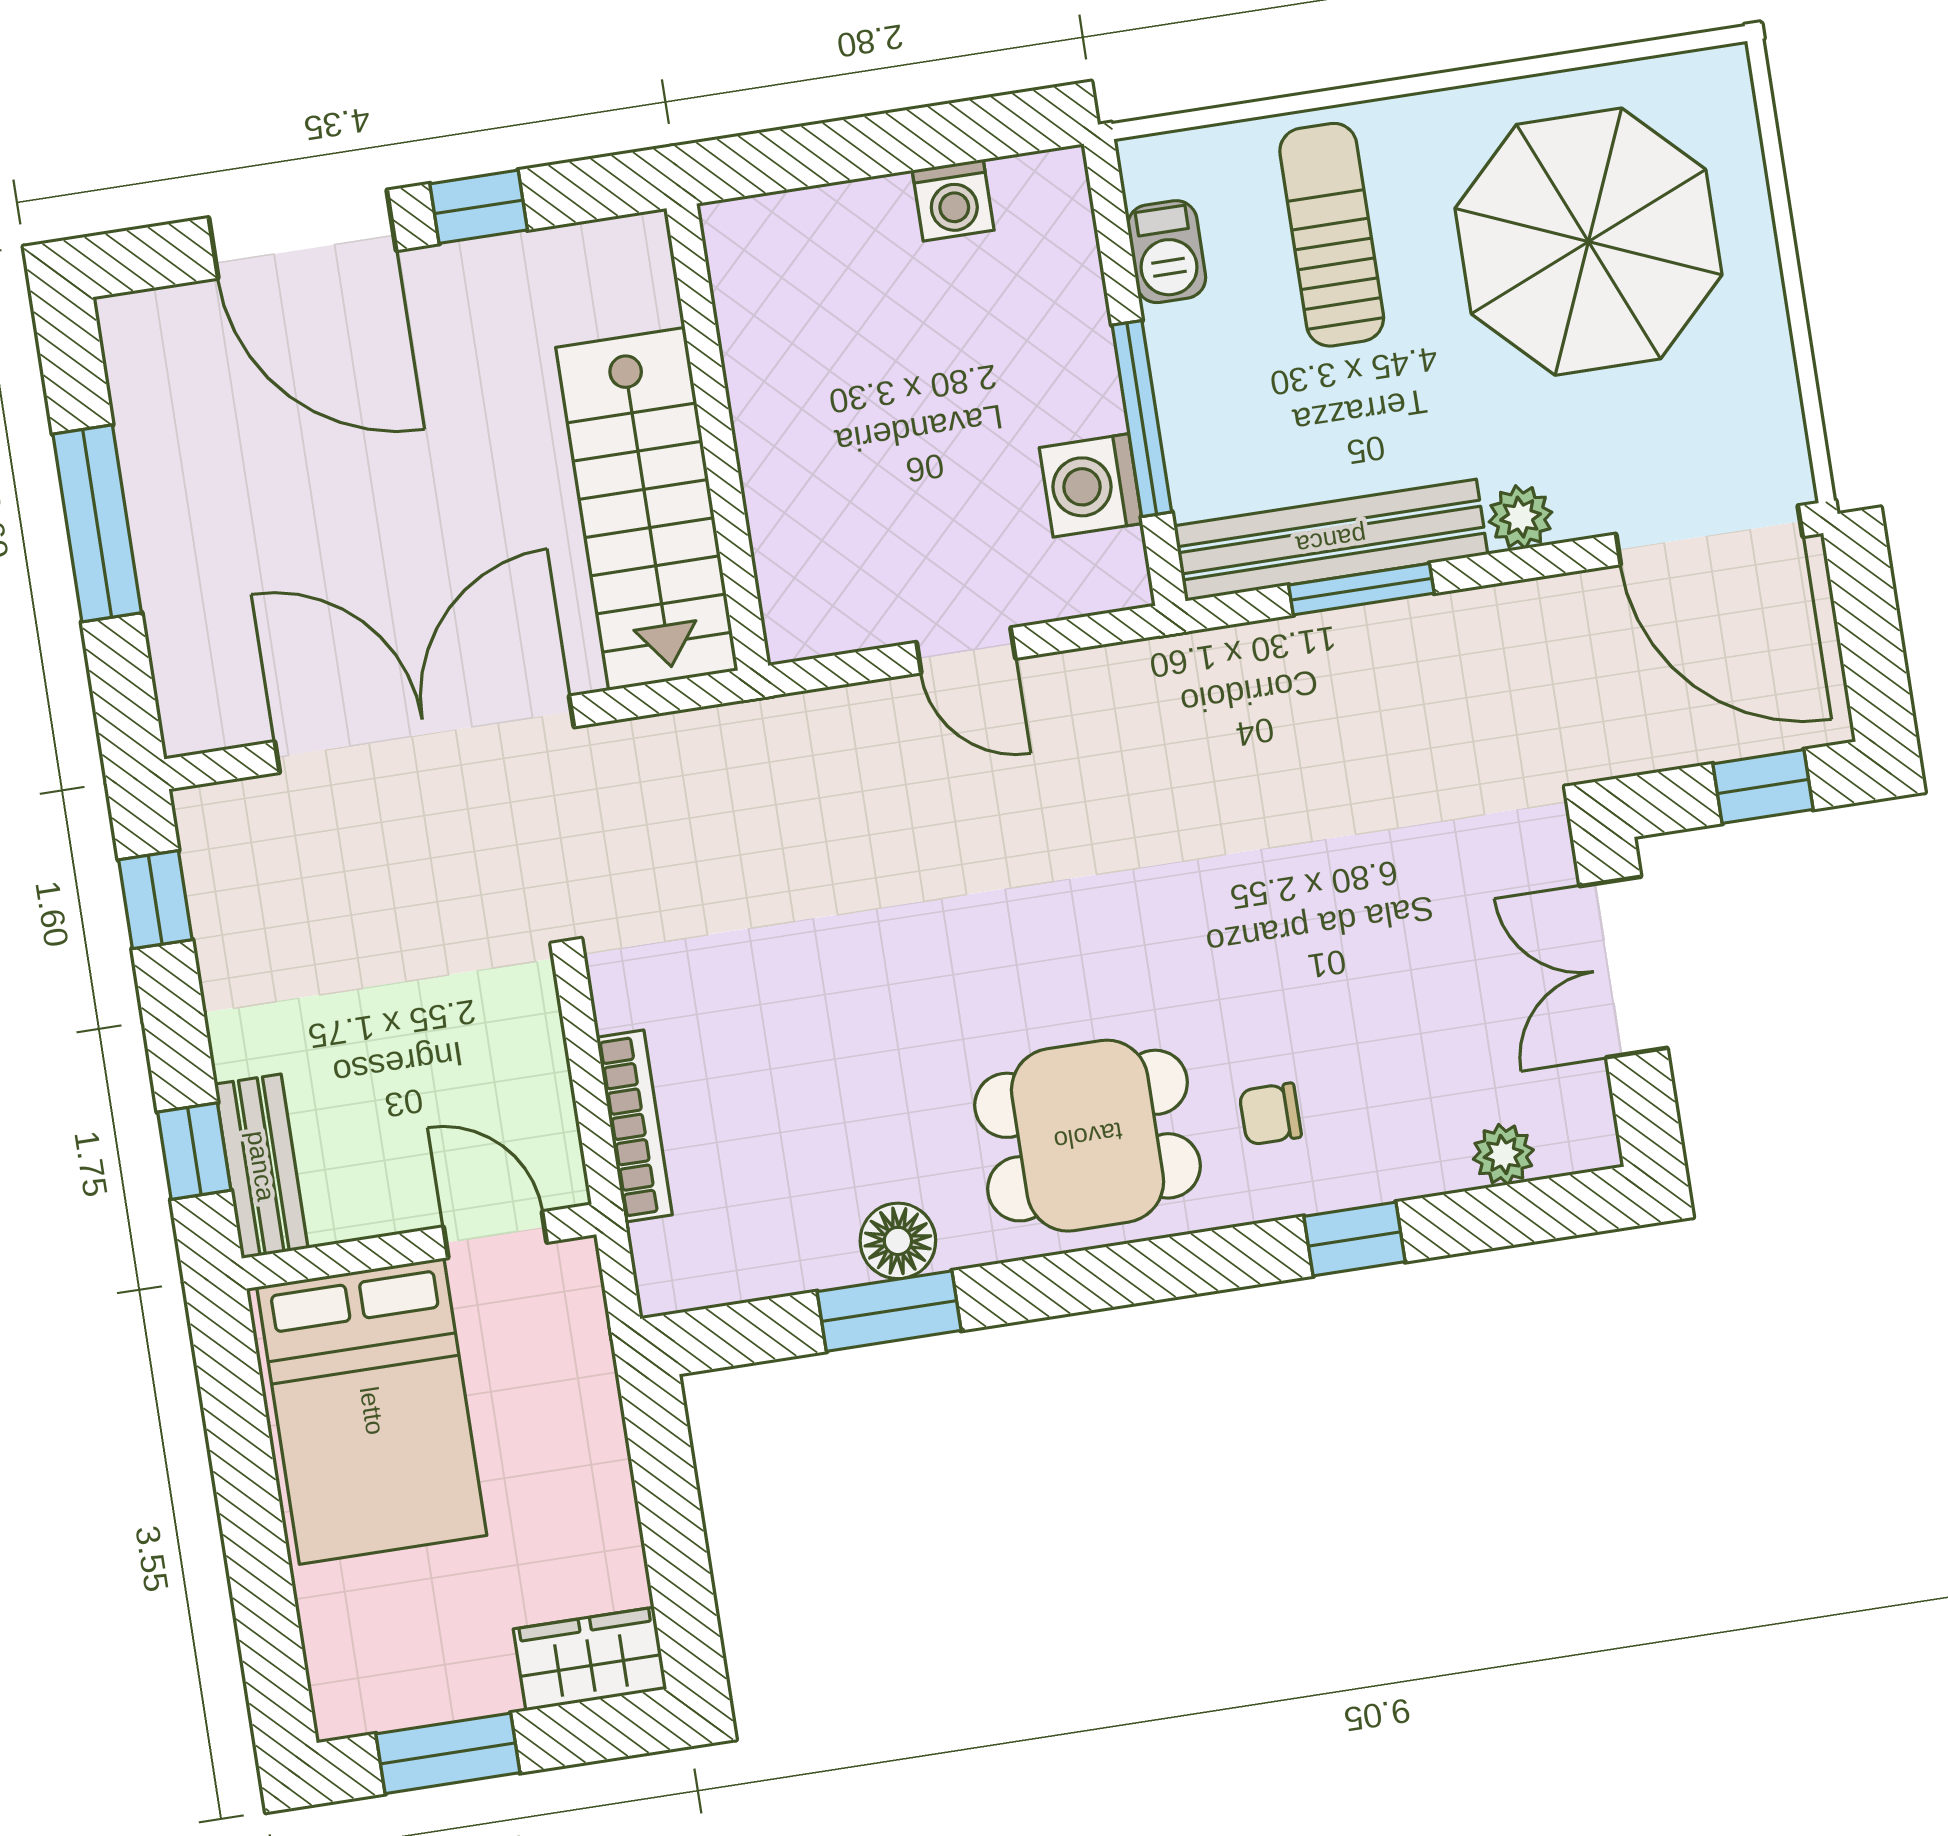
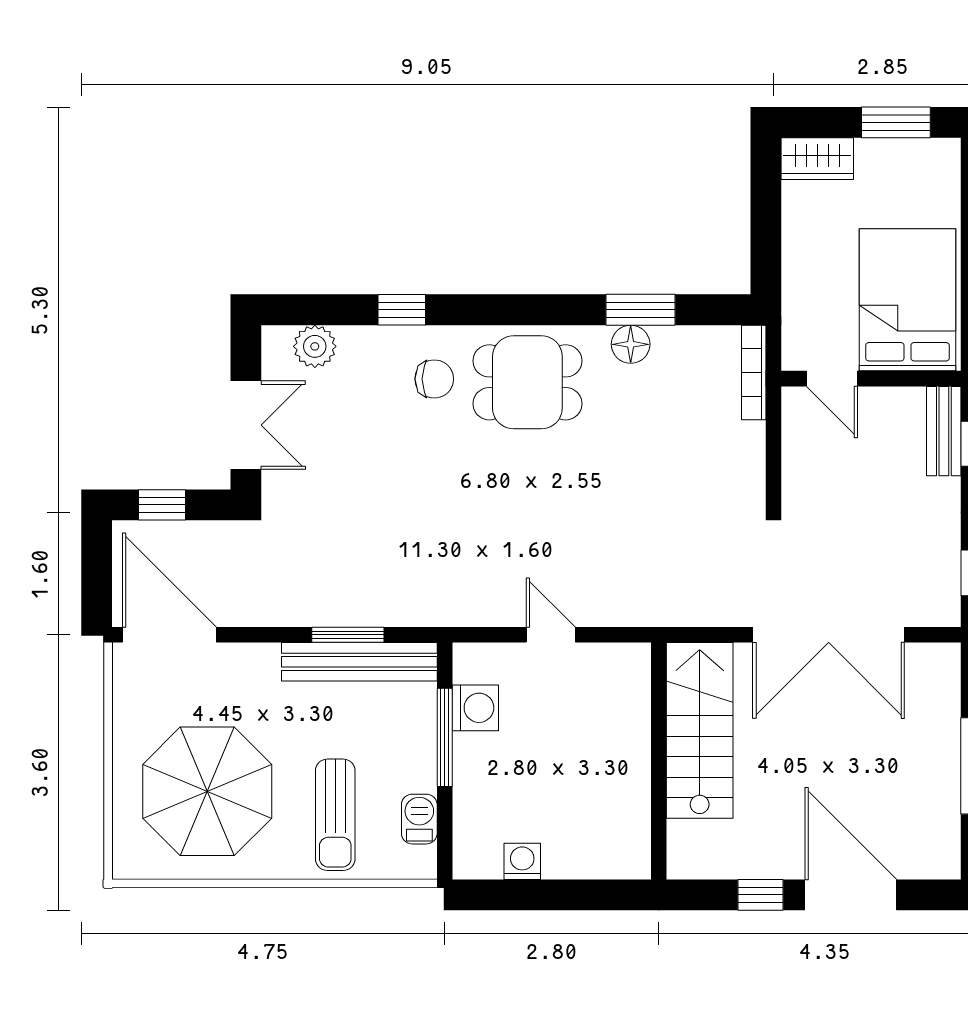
plant: (1521, 517) -> (263, 659), removed
chair: (1270, 1114) -> (434, 379), width x1.37, depth x1.37
bookcase: (634, 1126) -> (754, 372), moved
plant: (1503, 1154) -> (315, 346), width x1.38, depth x1.38

